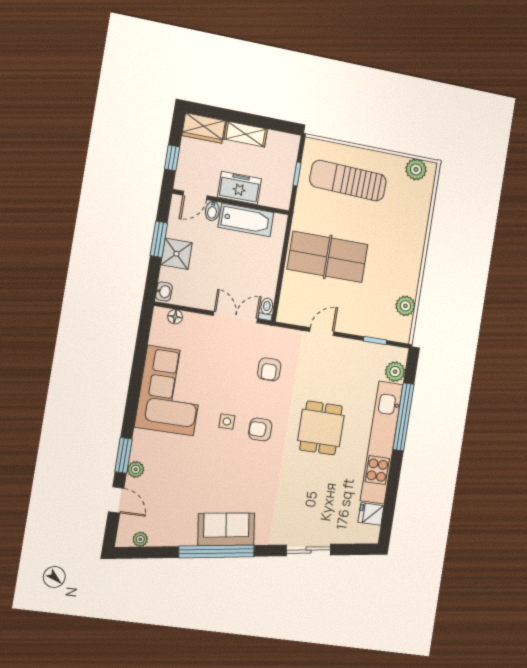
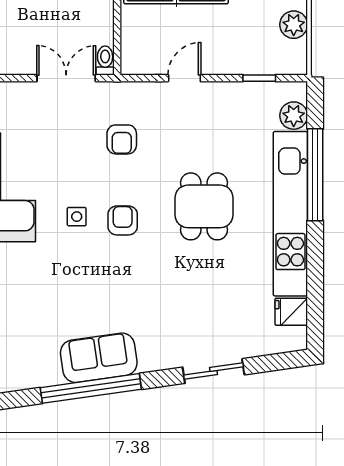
armchair: (260, 429) -> (123, 220), turned 90

